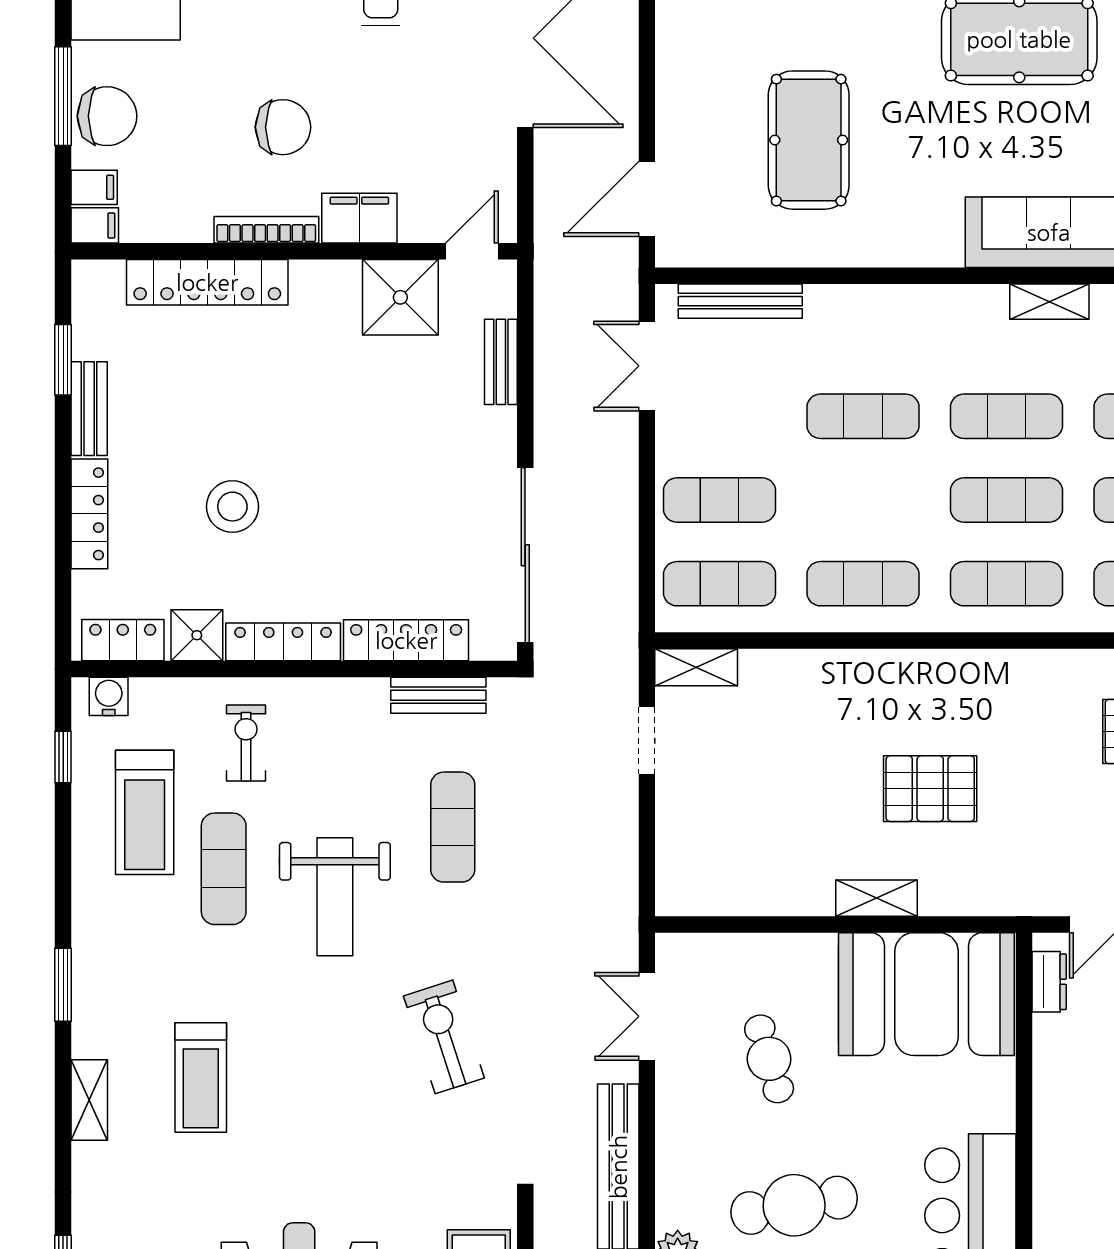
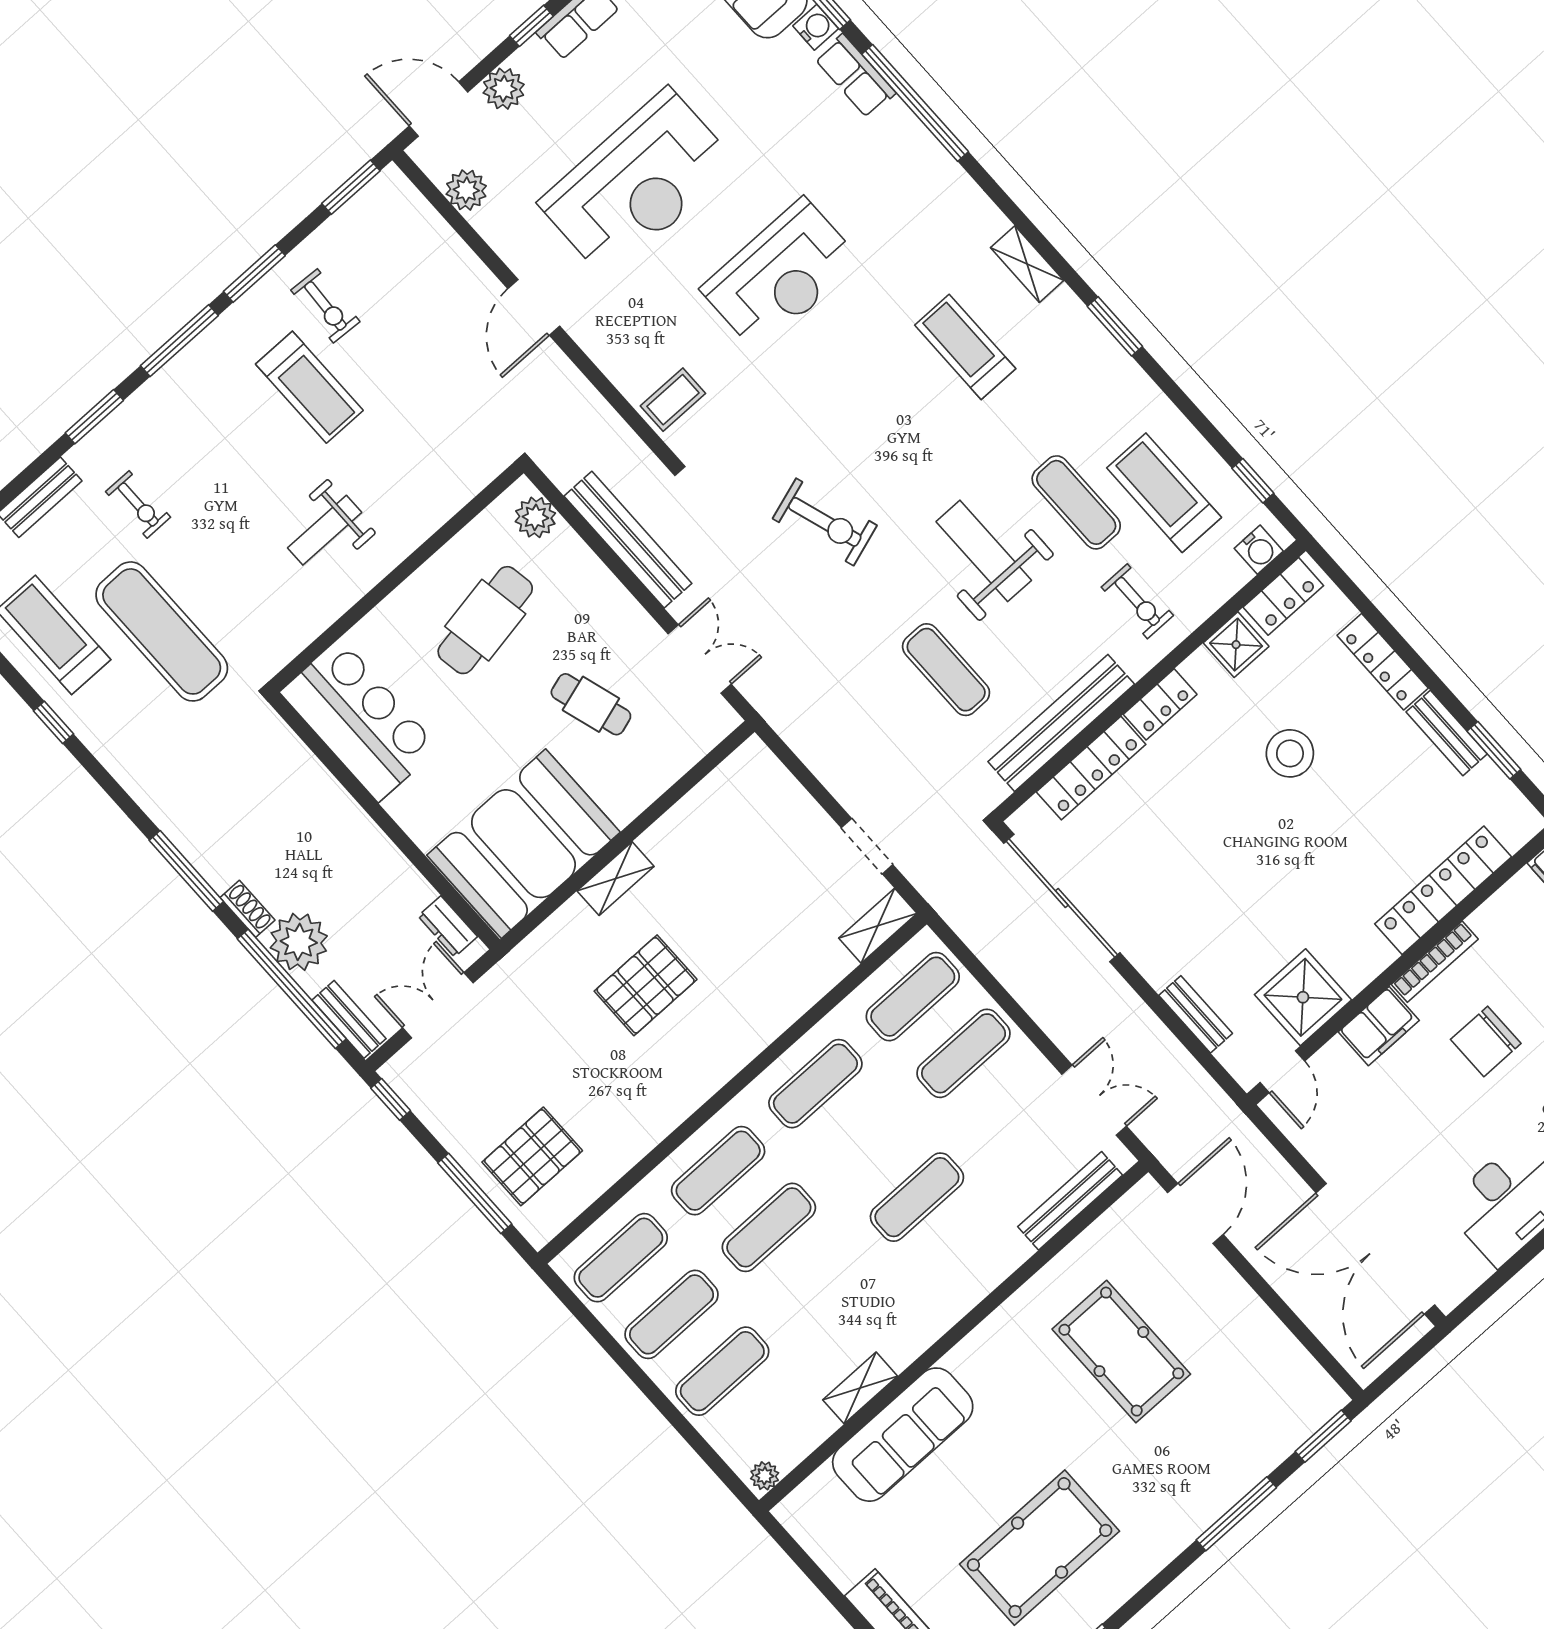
exercise mat: (1006, 416) -> (820, 1284), removed
locker: (283, 642) -> (1160, 704), width x0.66
bench: (438, 695) -> (1061, 723), width x1.86, depth x1.21

